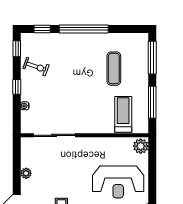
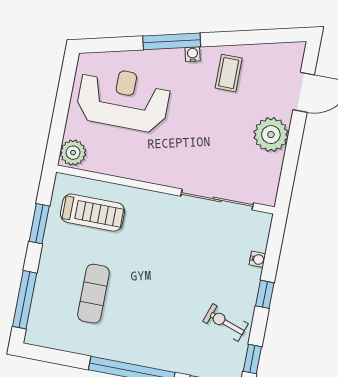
window: (152, 102) -> (39, 224), width x0.69
treadmill: (123, 114) -> (93, 213), turned -90
plant: (26, 173) -> (271, 135), width x1.87, depth x1.87

